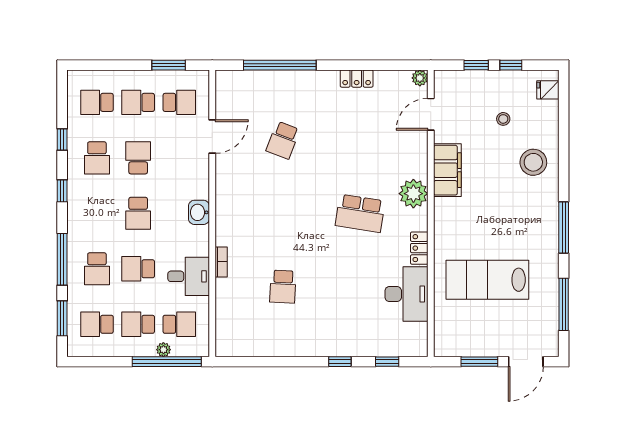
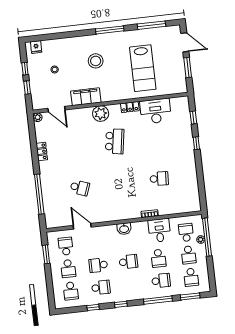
stool: (533, 162) -> (96, 61), moved

